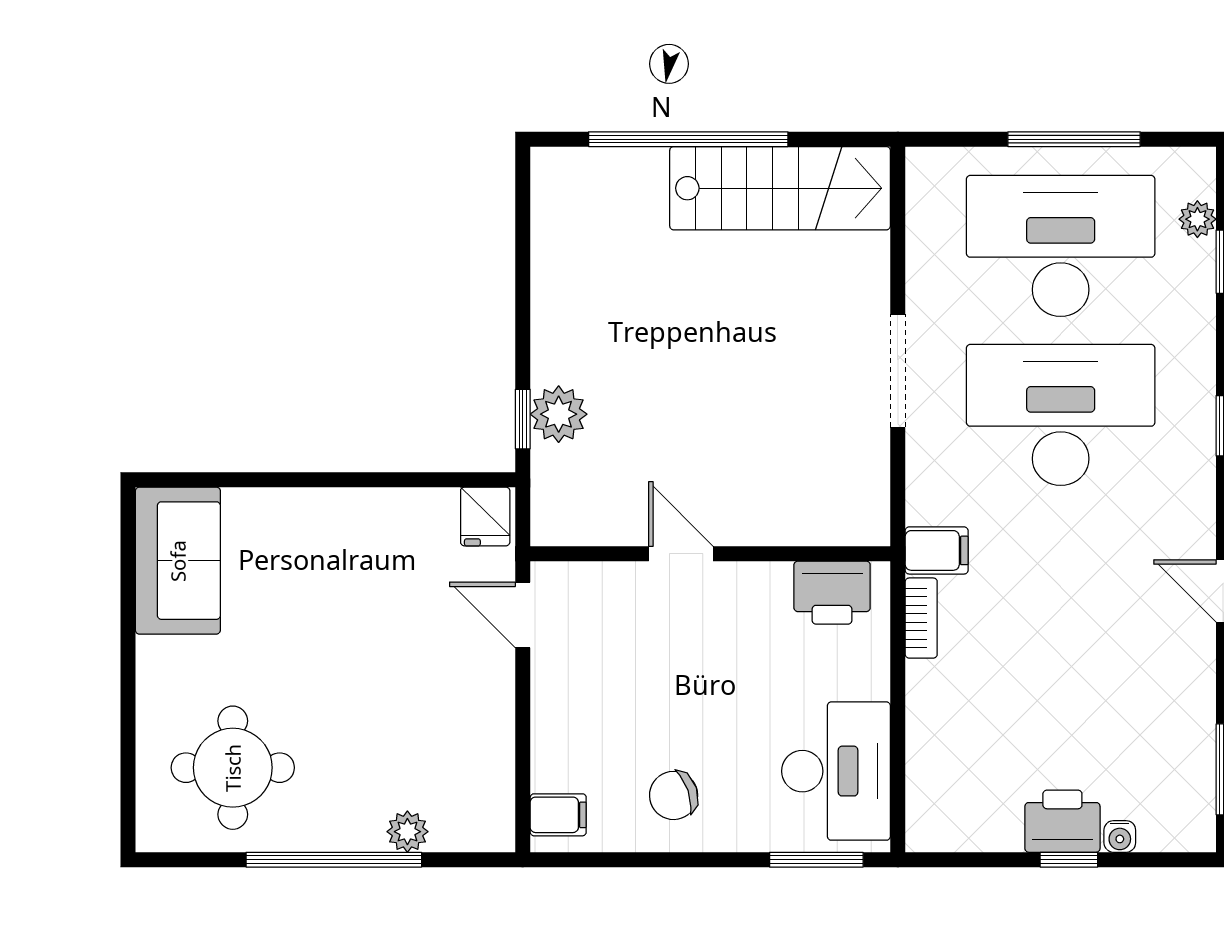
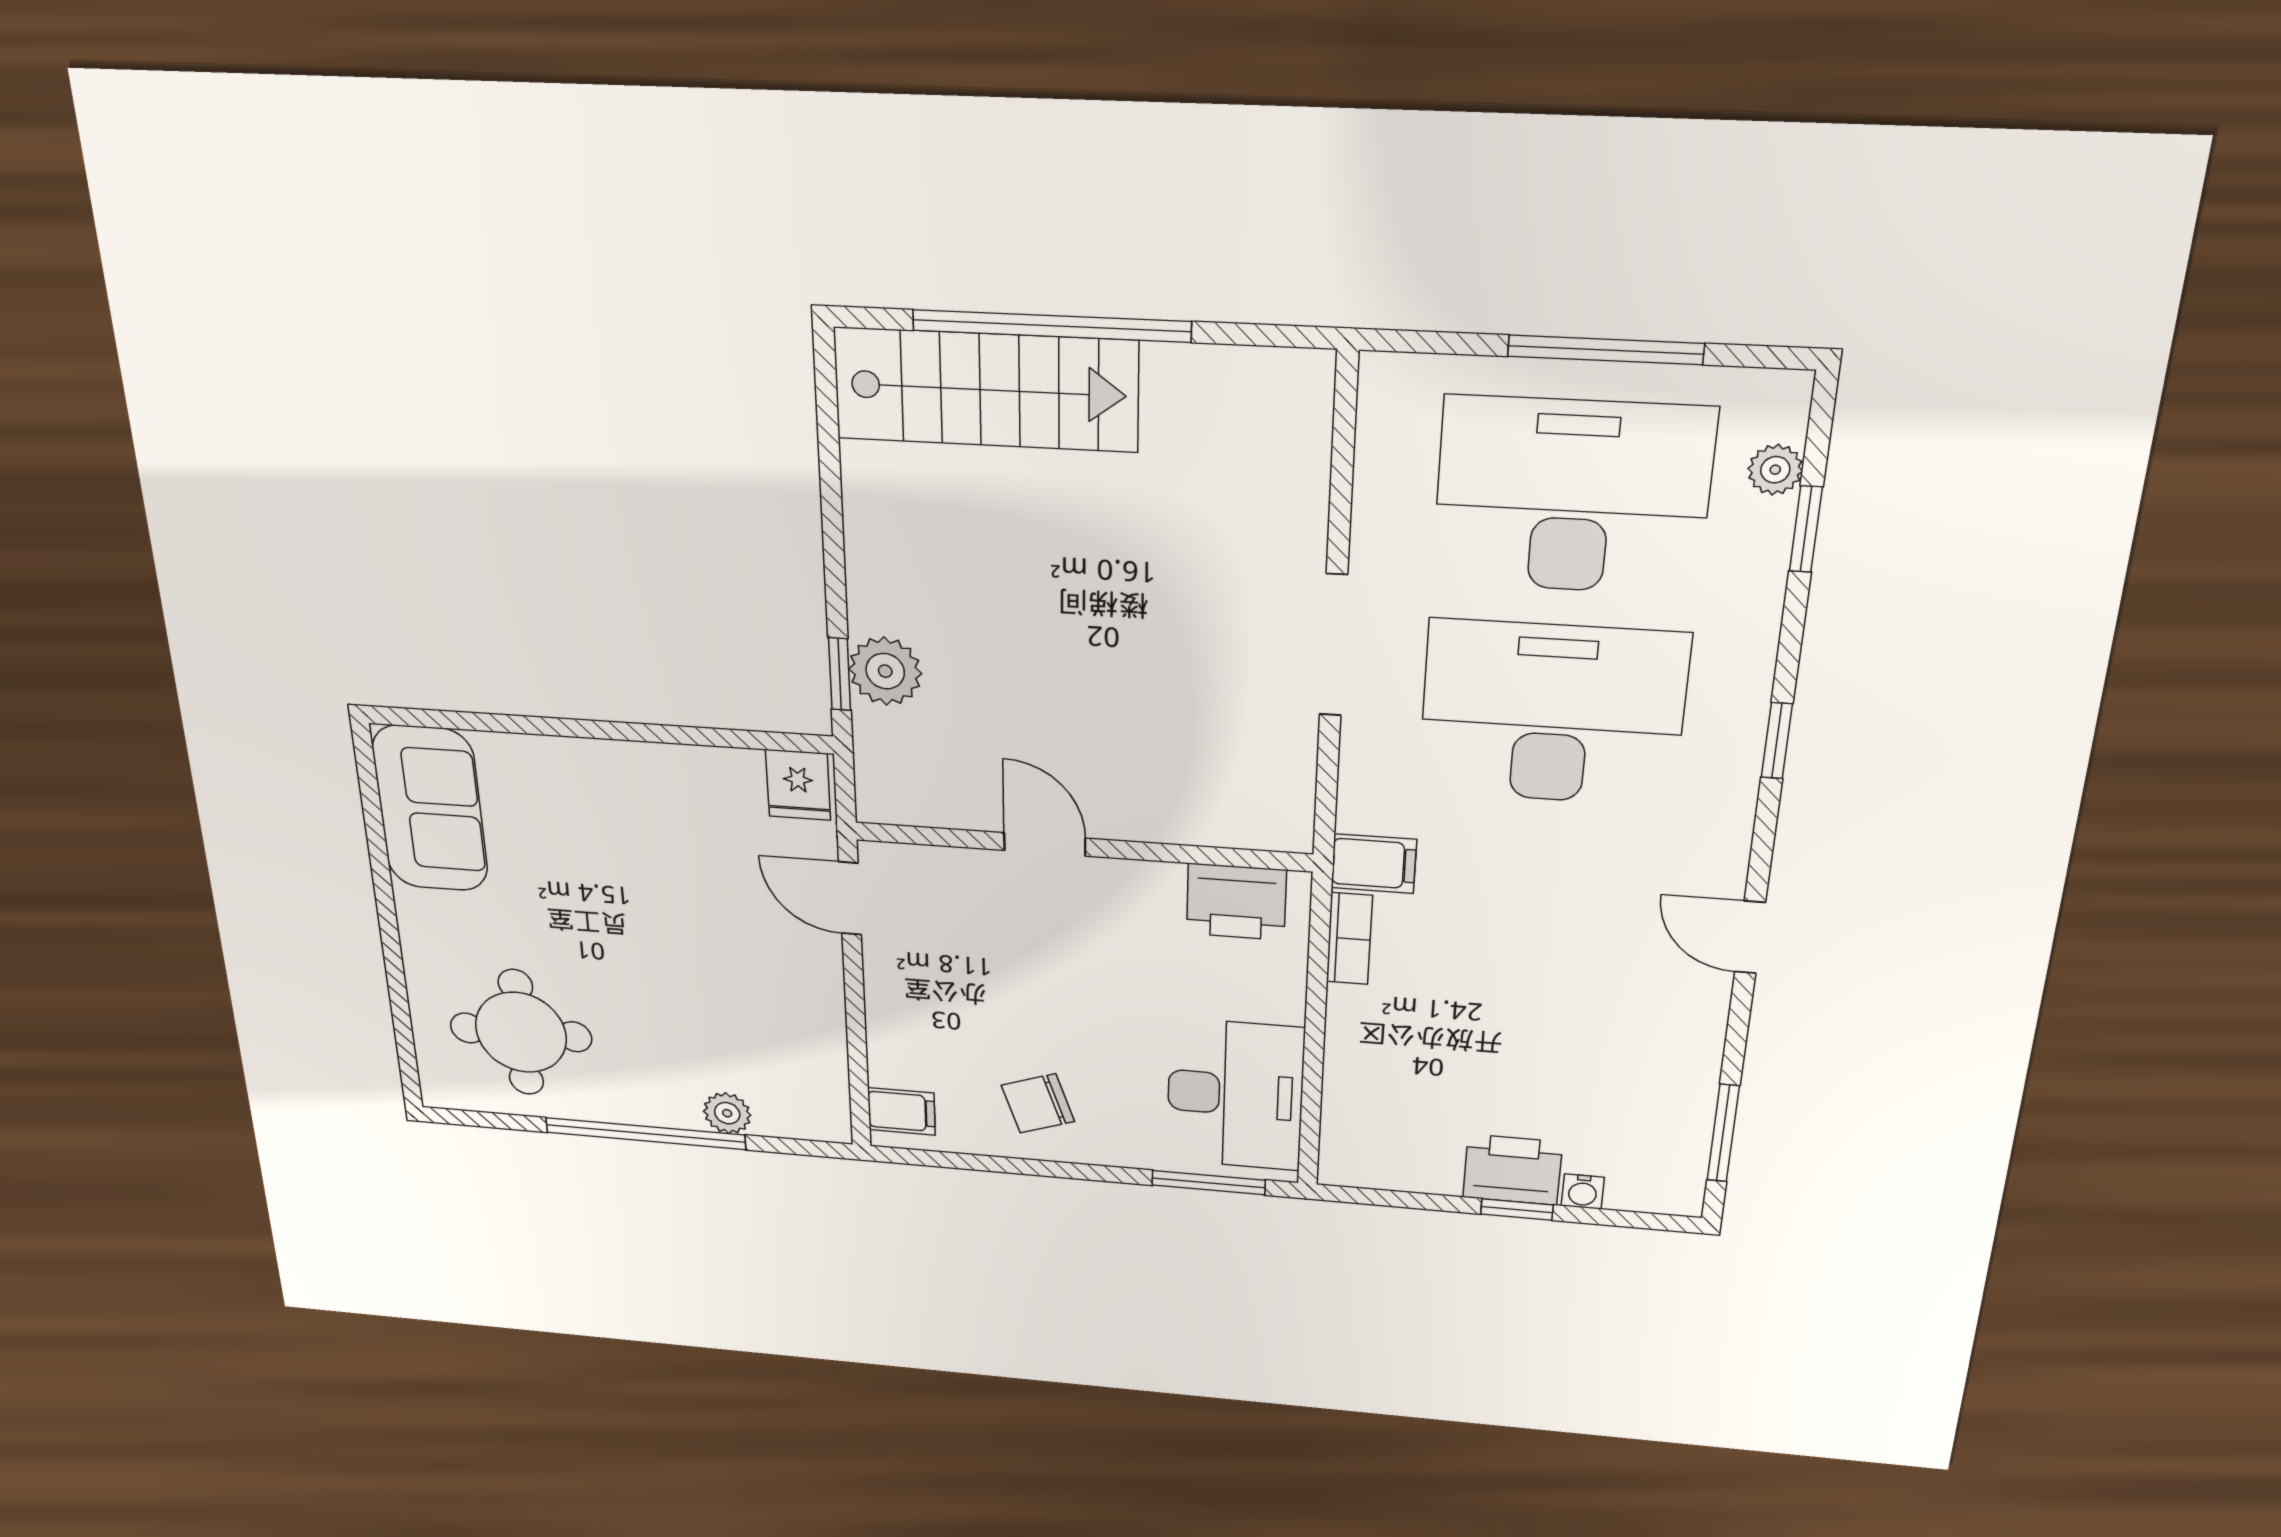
stairs: (780, 188) -> (986, 390), moved

